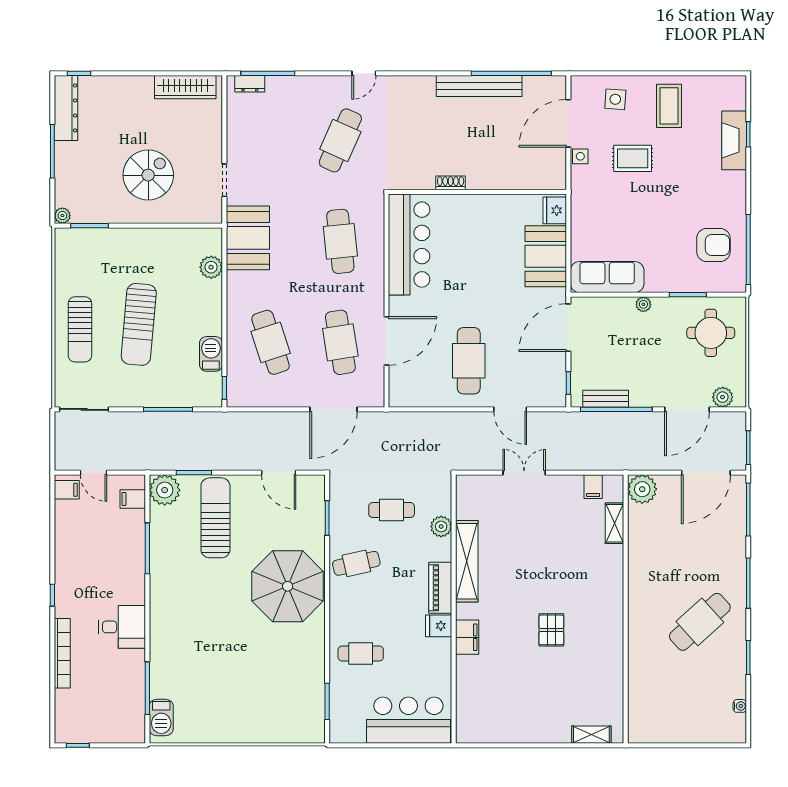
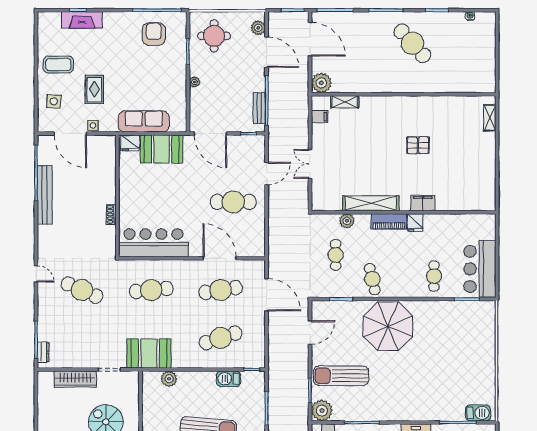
wardrobe: (185, 87) -> (75, 379), moved, turned 90
sofa: (607, 277) -> (144, 121), moved, turned 90
bar counter: (408, 720) -> (480, 269), moved

